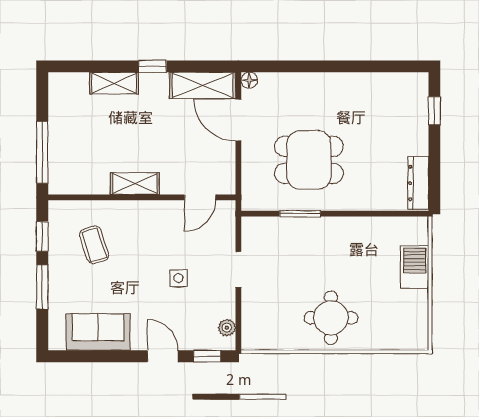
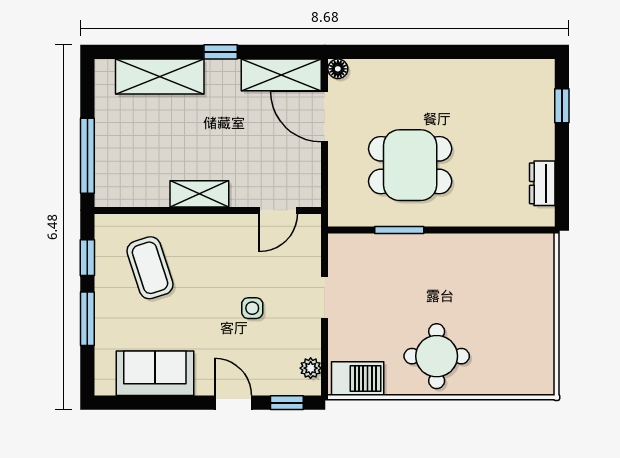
shelving: (114, 83) -> (160, 77), width x1.50, depth x1.33
dresser: (418, 183) -> (542, 183), width x0.70
coffee table: (94, 245) -> (150, 268), width x1.36, depth x1.30
barbecue: (415, 267) -> (358, 379), moved, turned 90

